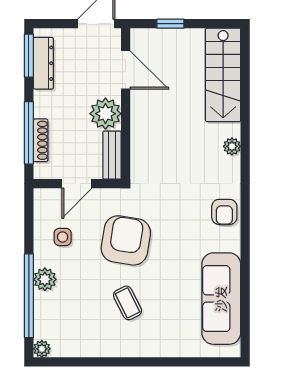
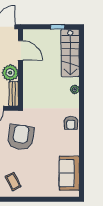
window: (170, 24) -> (58, 27), moved
sofa: (221, 299) -> (69, 173), width x0.73
coffee table: (127, 303) -> (13, 181), moved

